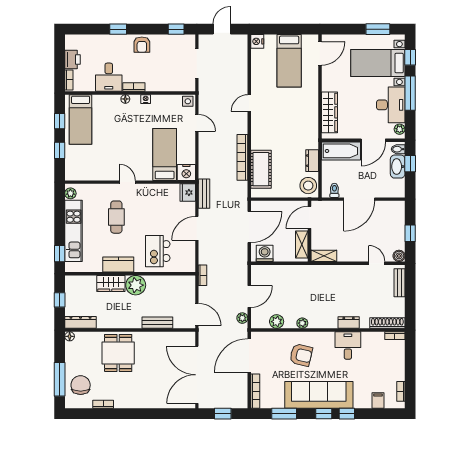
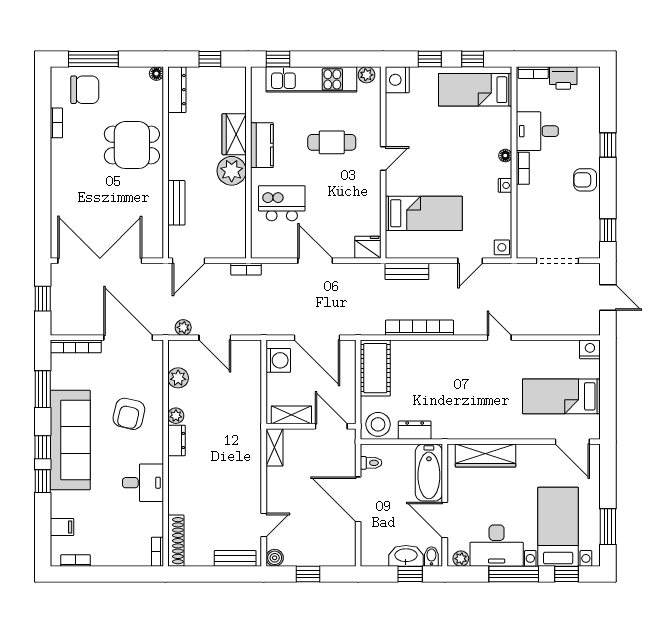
cot: (261, 169) -> (375, 368), moved, turned 90
nightstand: (186, 172) -> (397, 80), moved
bench: (204, 194) -> (407, 271), moved
dresser: (349, 323) -> (177, 440), moved

